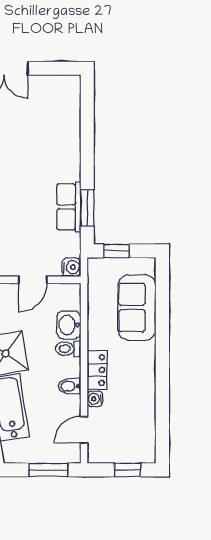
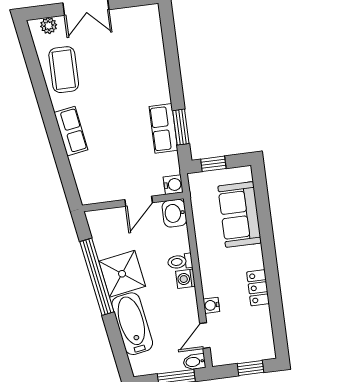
washbasin: (69, 325) -> (174, 213), moved
washing machine: (71, 368) -> (185, 279), added
locker: (97, 370) -> (258, 288), moved, turned 180
bidet: (69, 386) -> (194, 362), moved

